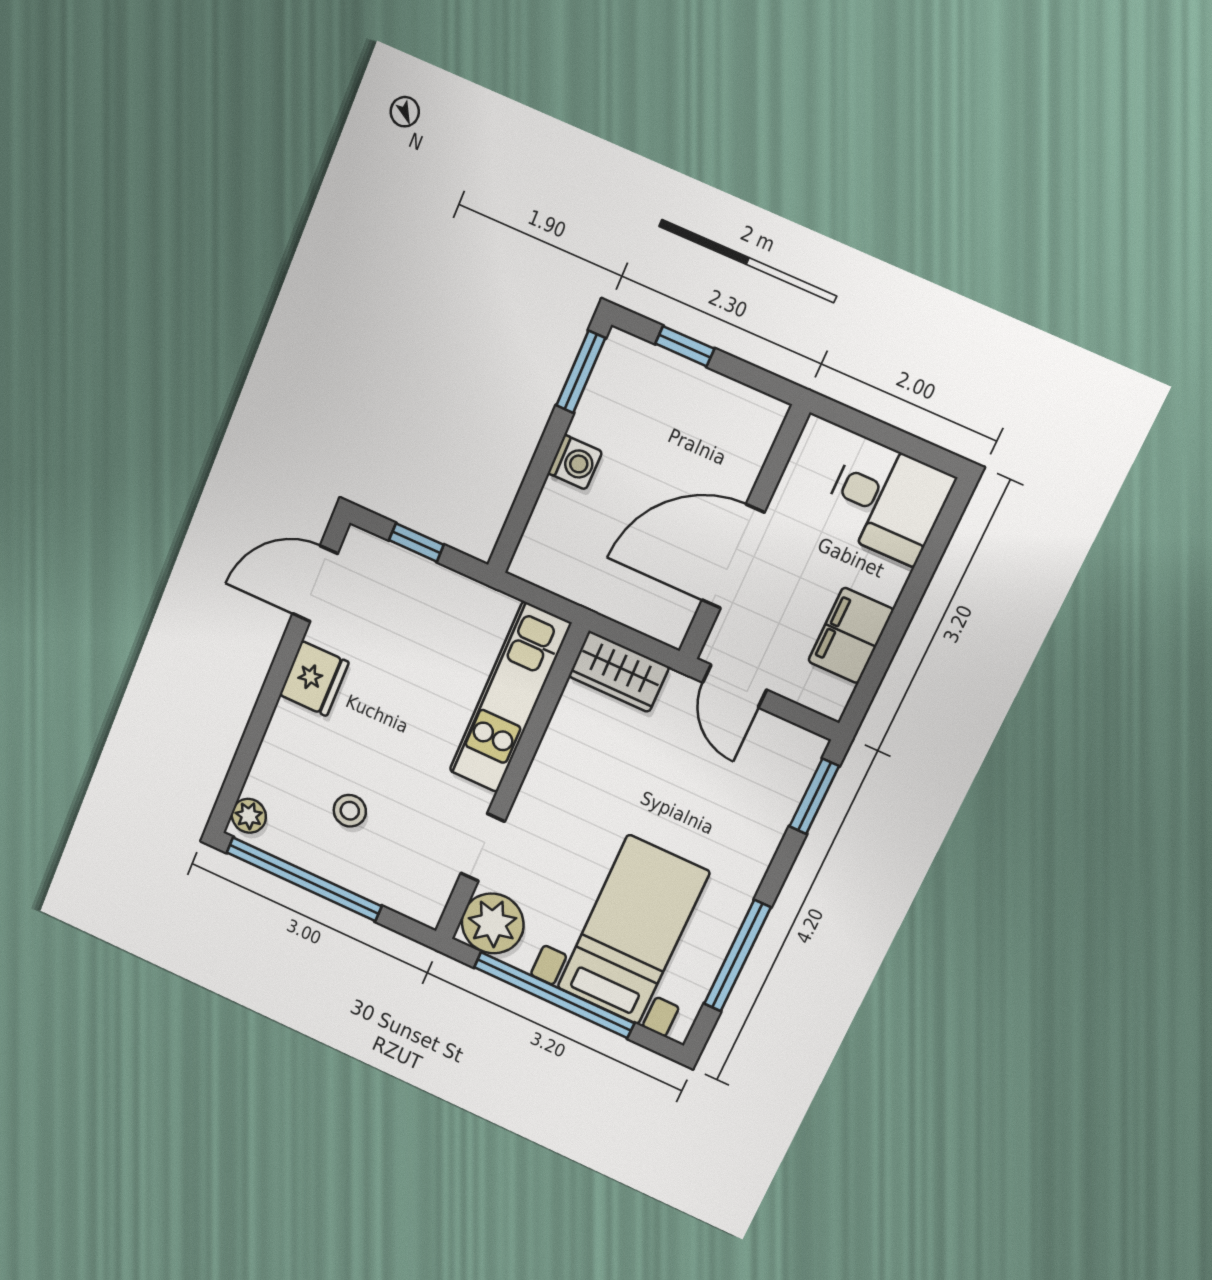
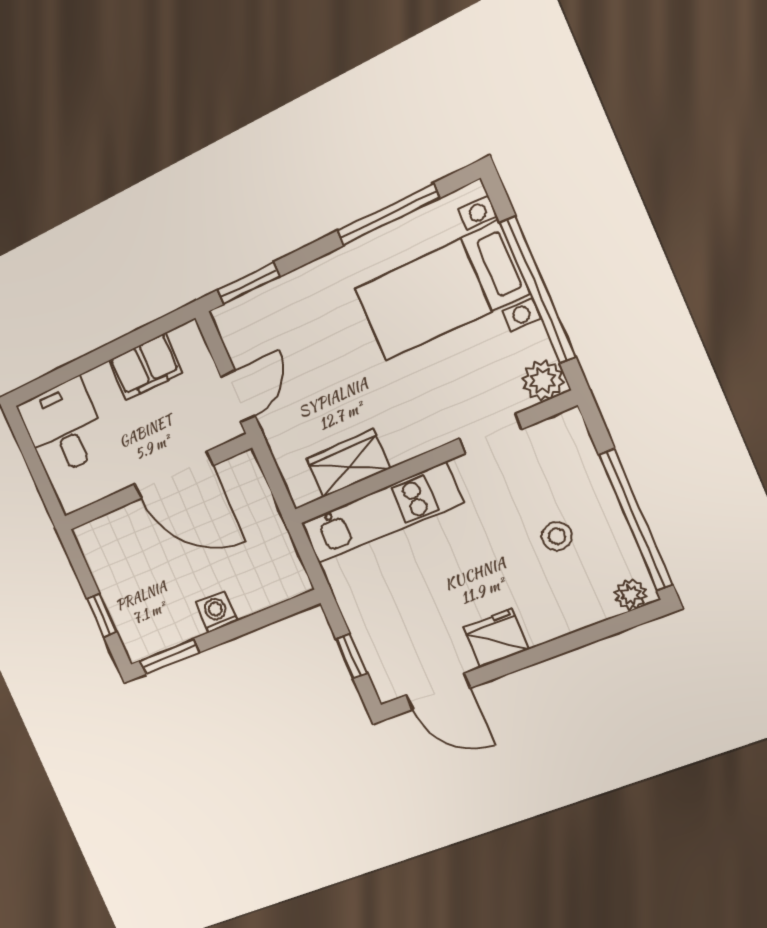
wardrobe: (619, 672) -> (348, 464), moved, turned -90
plant: (493, 923) -> (543, 380), width x0.73, depth x0.73

